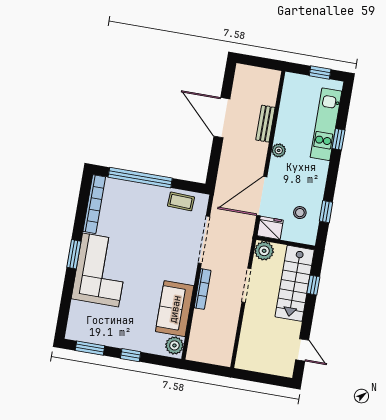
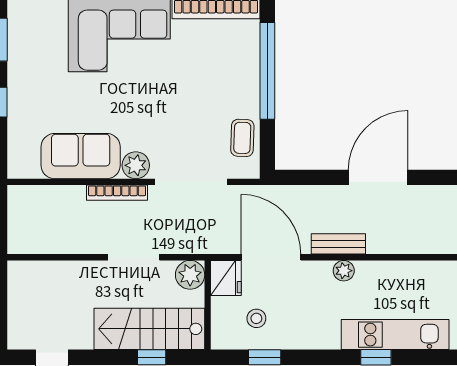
bench: (265, 124) -> (338, 244), moved
plant: (174, 345) -> (136, 165), moved

